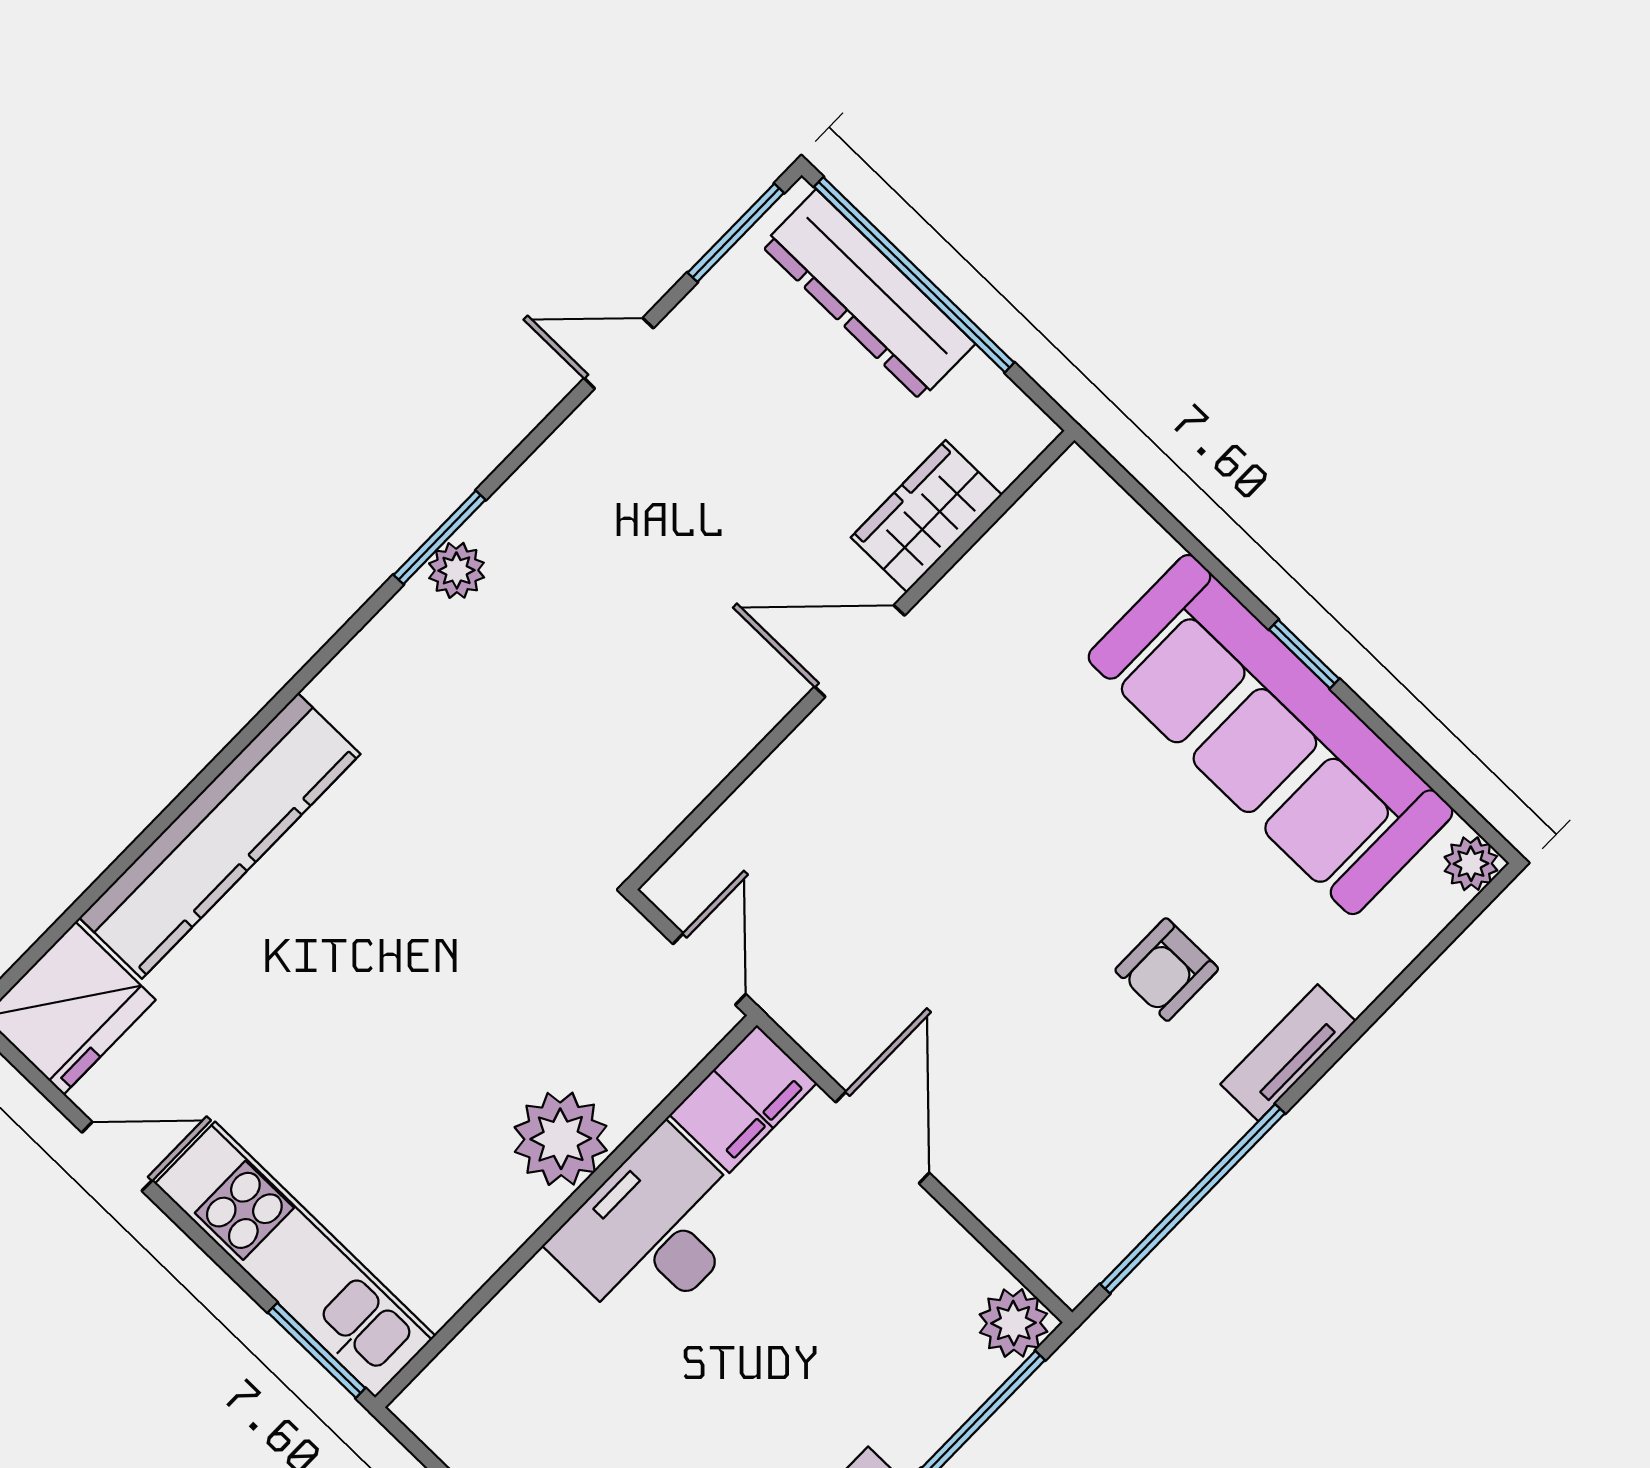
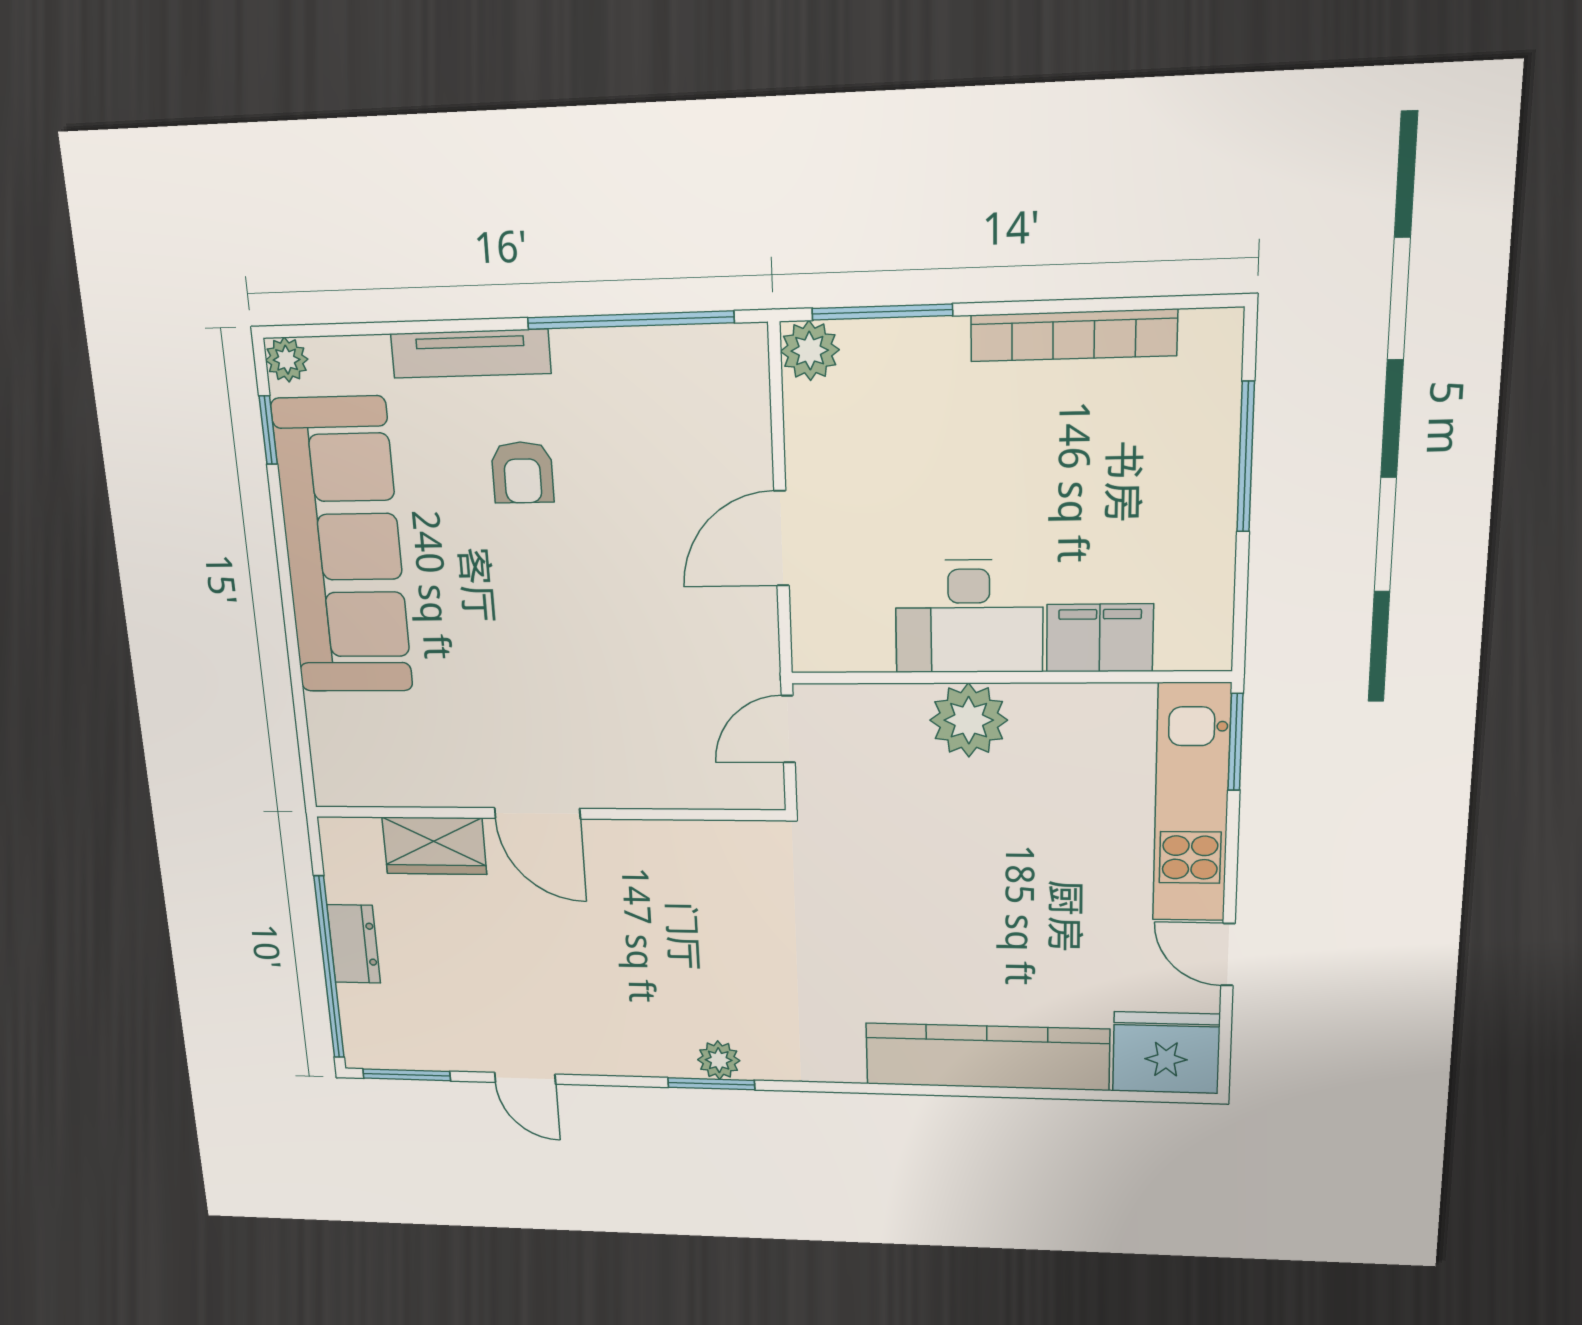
dresser: (868, 295) -> (354, 944), width x0.51, depth x0.80
window: (1304, 654) -> (268, 430), moved
armchair: (1167, 970) -> (522, 472), turned 90
tv unit: (1288, 1053) -> (471, 354), width x1.41
filing cabinet: (743, 1099) -> (1100, 638), moved

